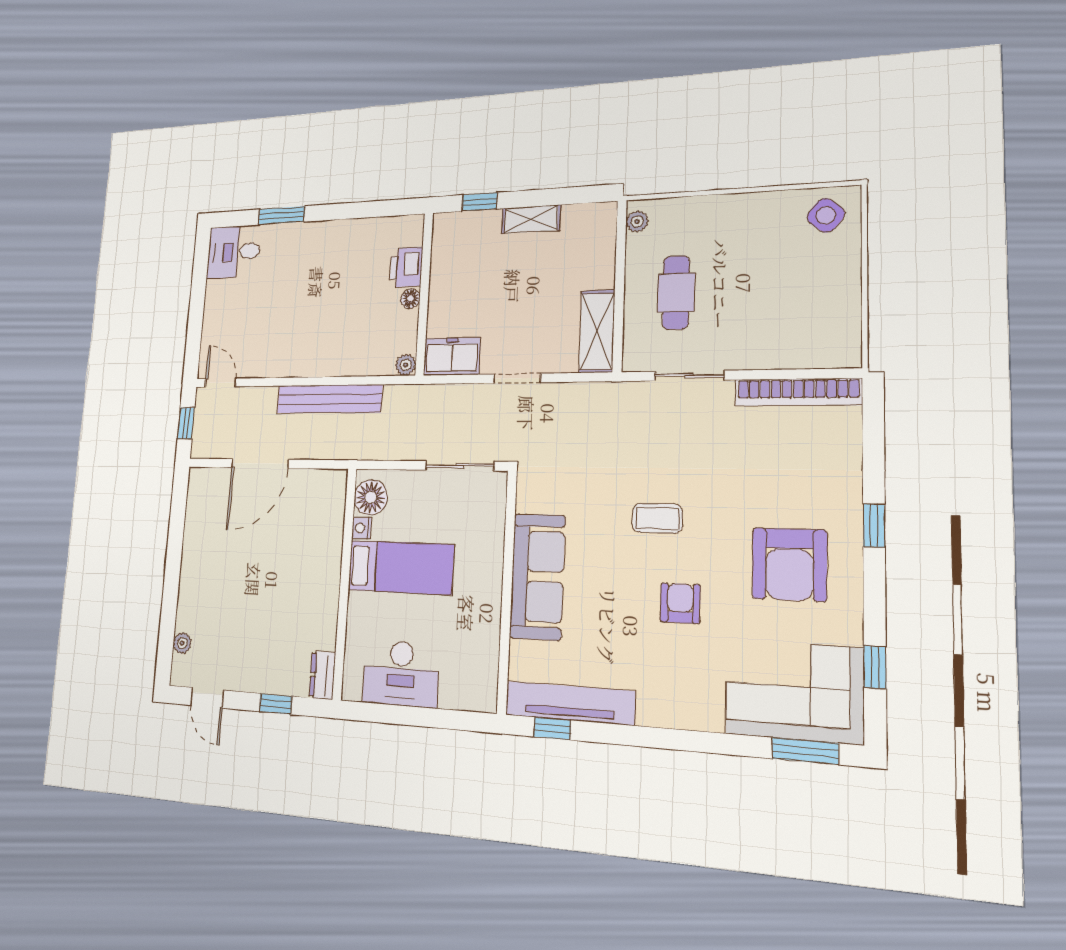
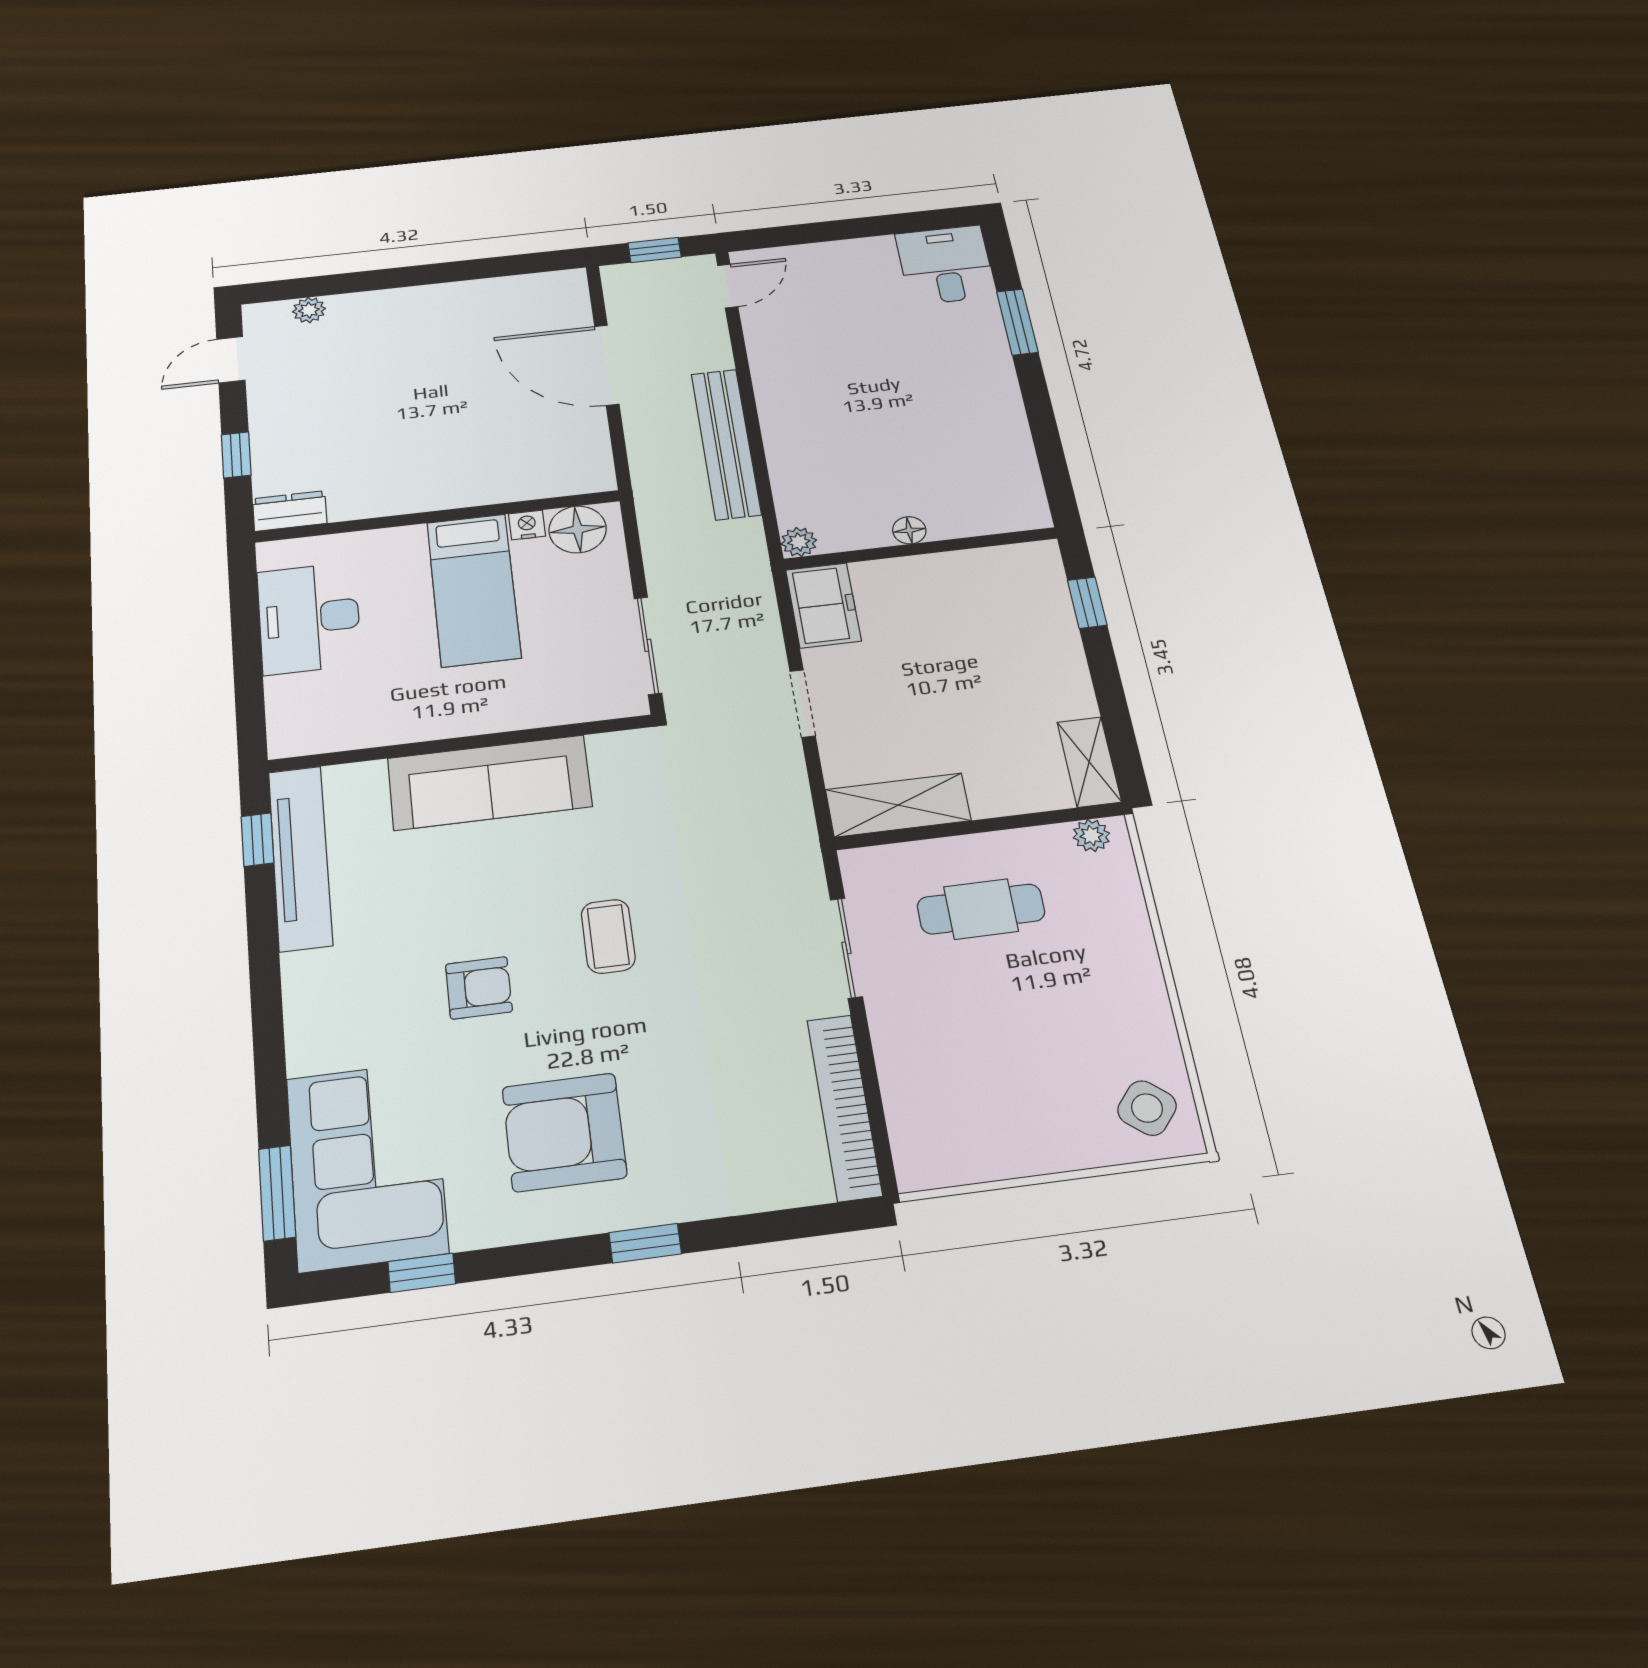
shelving: (531, 219) -> (1089, 762), moved
printer: (406, 267) -> (960, 515), removed

